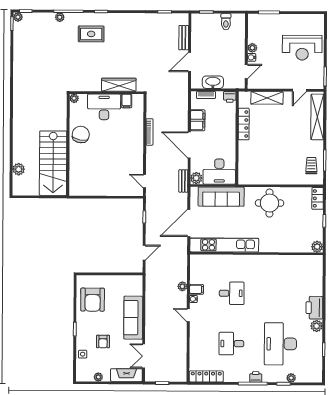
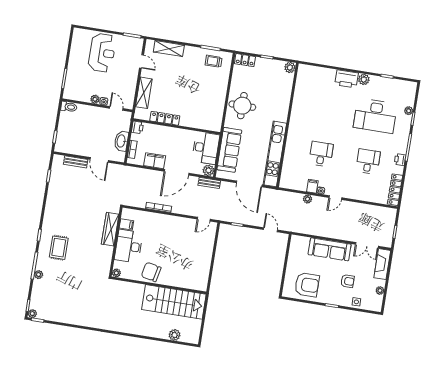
toilet: (226, 22) -> (69, 107), moved
shelving: (317, 117) -> (169, 49), width x0.68
desk: (231, 344) -> (368, 162), turned 180
printer: (256, 377) -> (400, 160), moved

